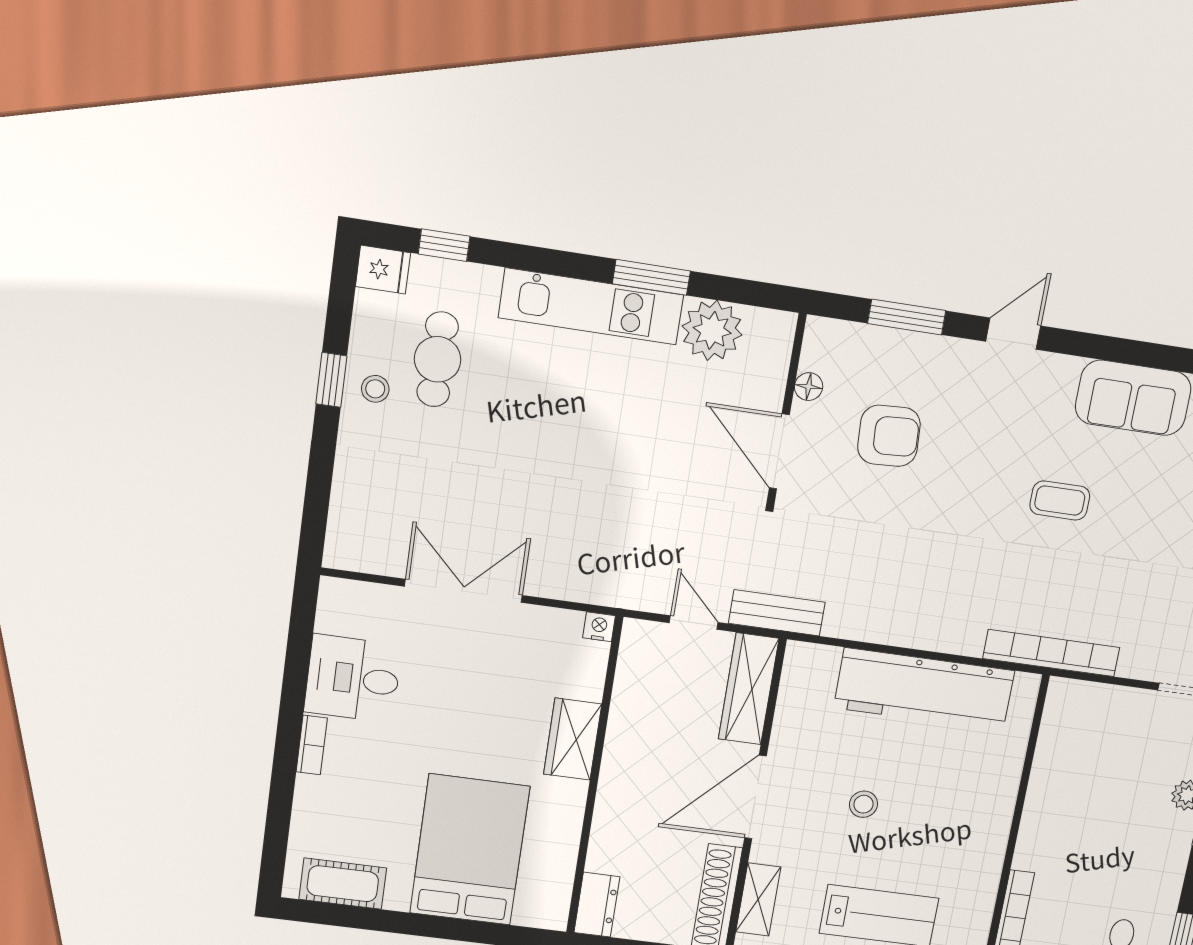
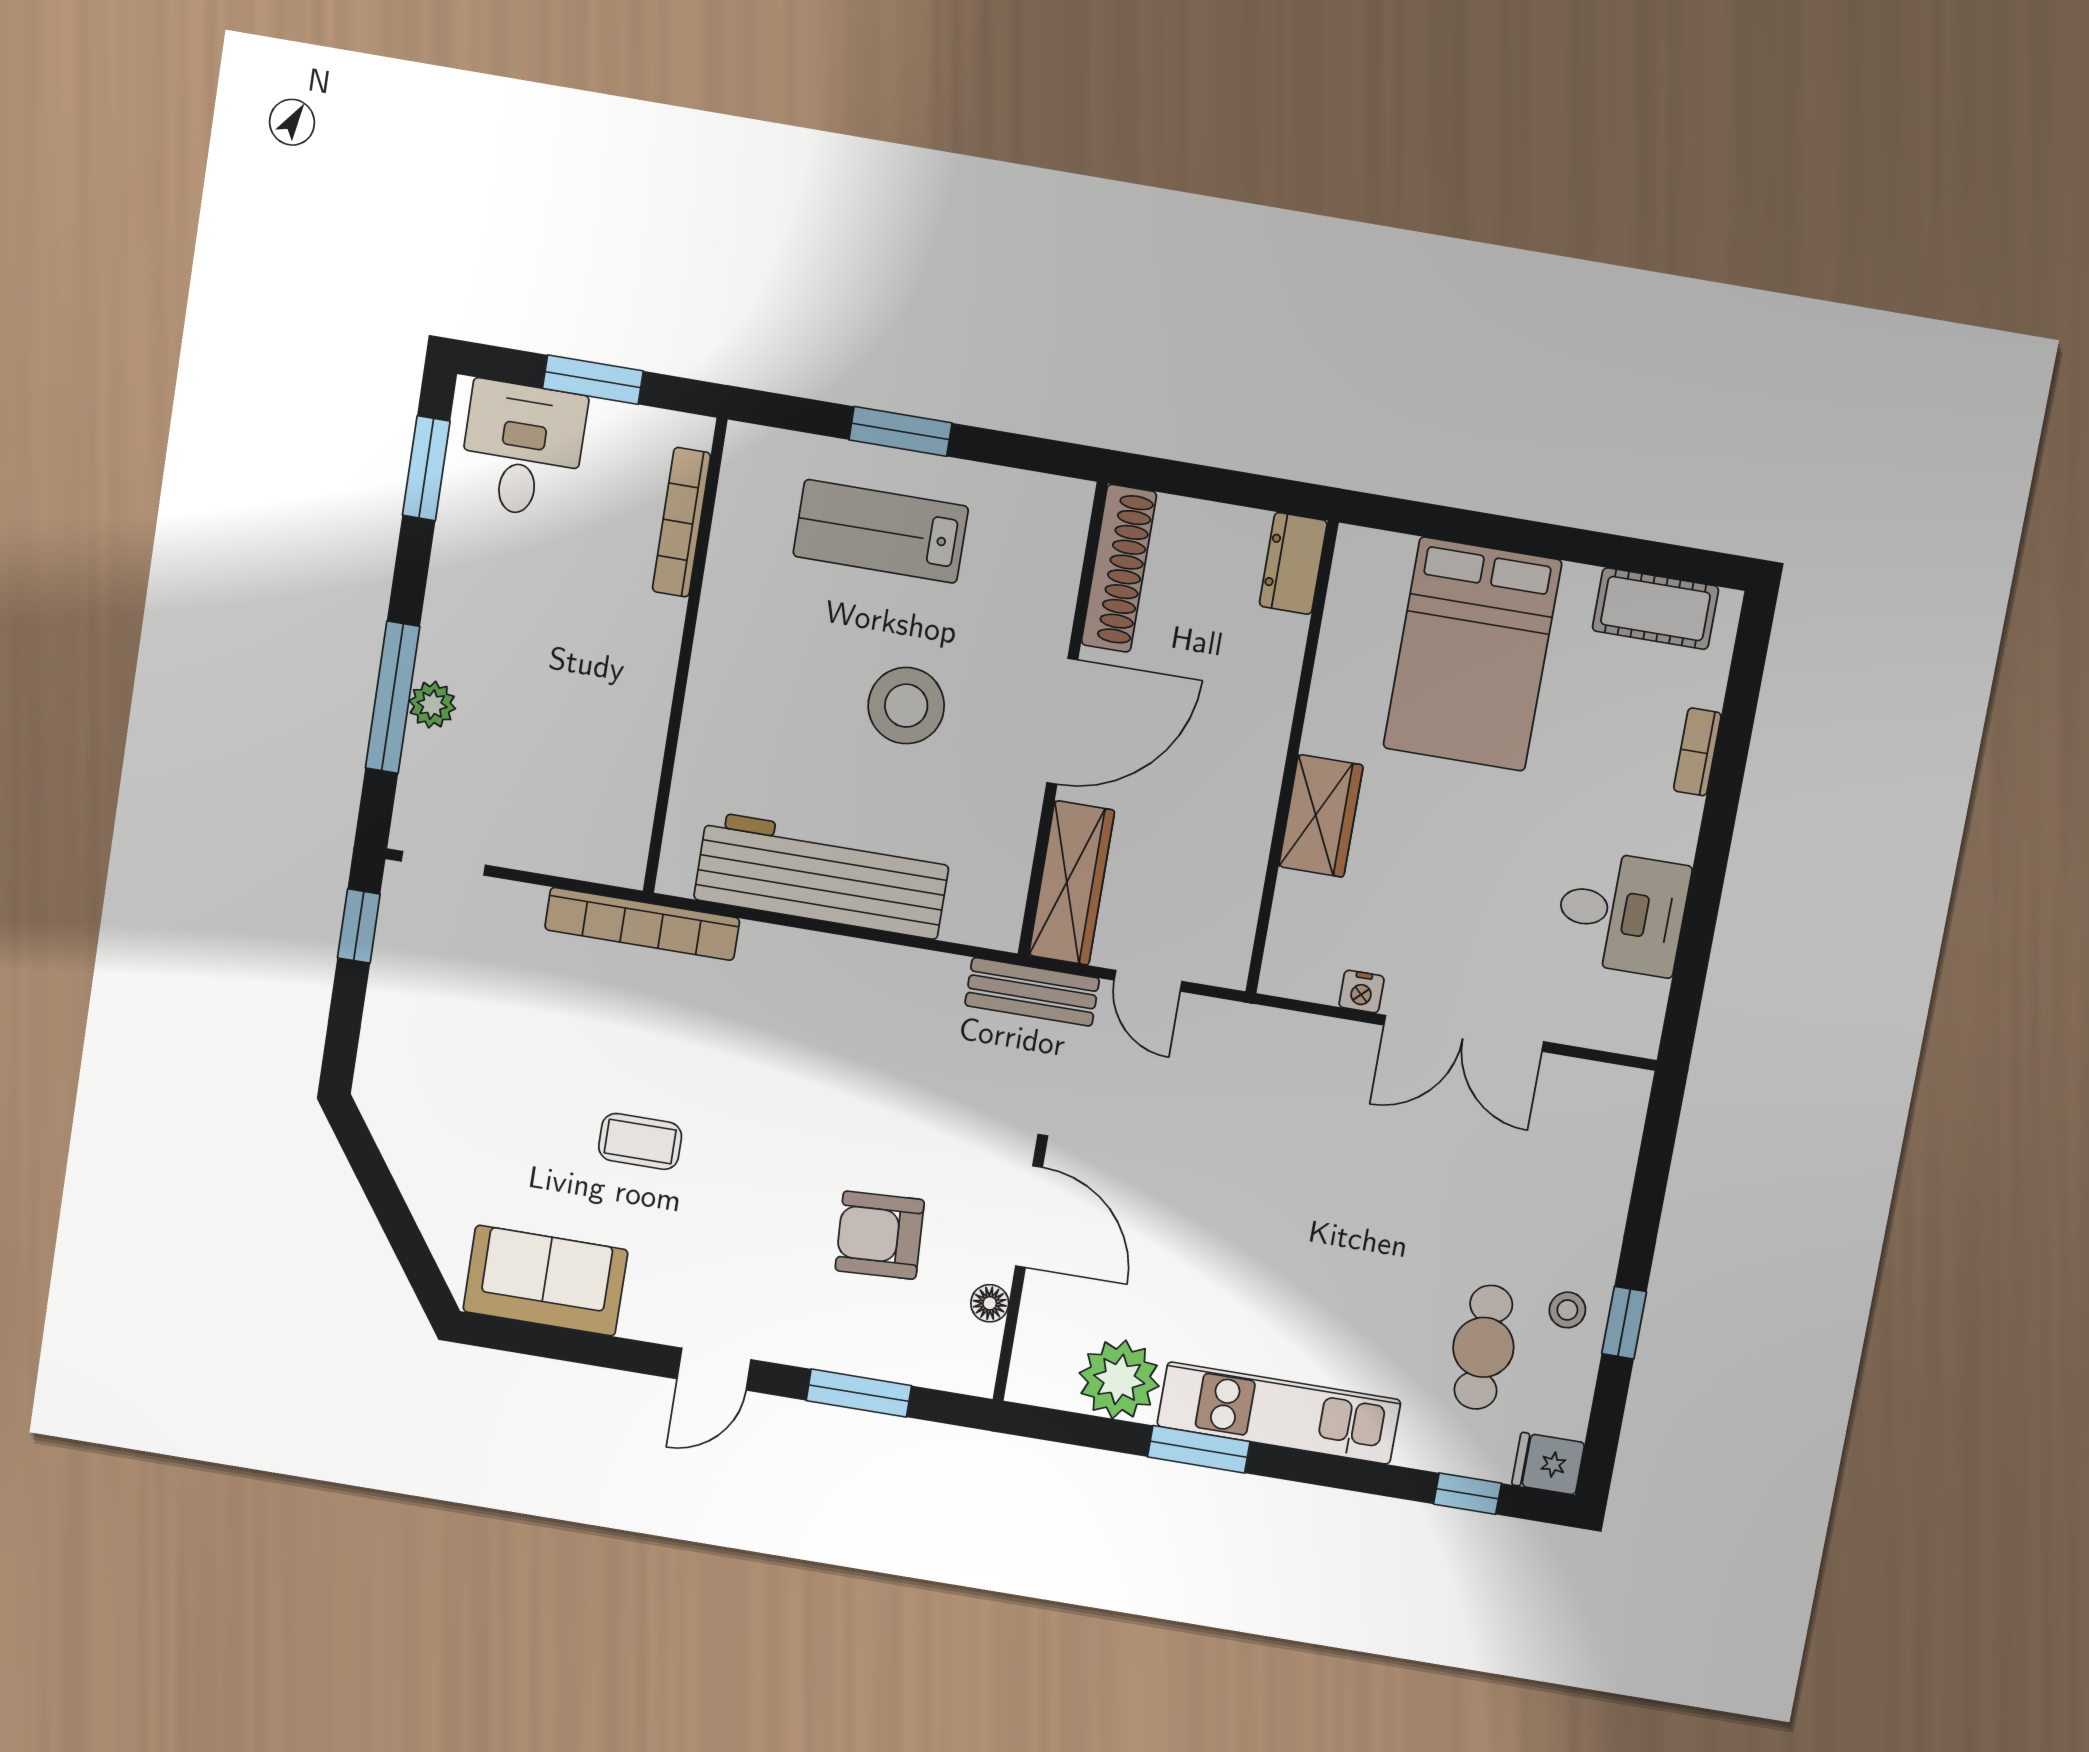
nightstand: (599, 627) -> (1362, 992), moved
bookcase: (312, 745) -> (1697, 752), moved
stool: (863, 804) -> (906, 706), width x1.89, depth x1.89
shelving: (758, 899) -> (1058, 563), removed

